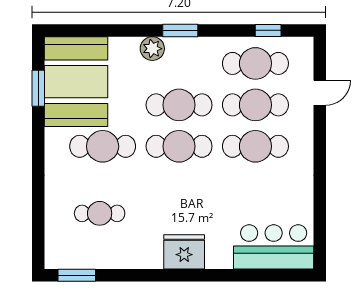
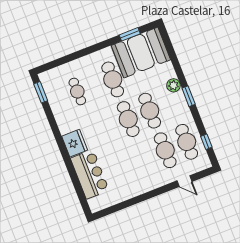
cafe table: (255, 146) -> (144, 159), removed
bar counter: (274, 247) -> (90, 174), moved

